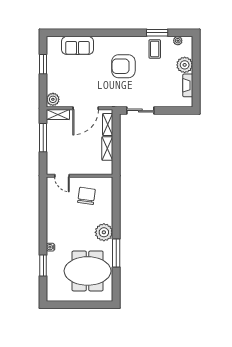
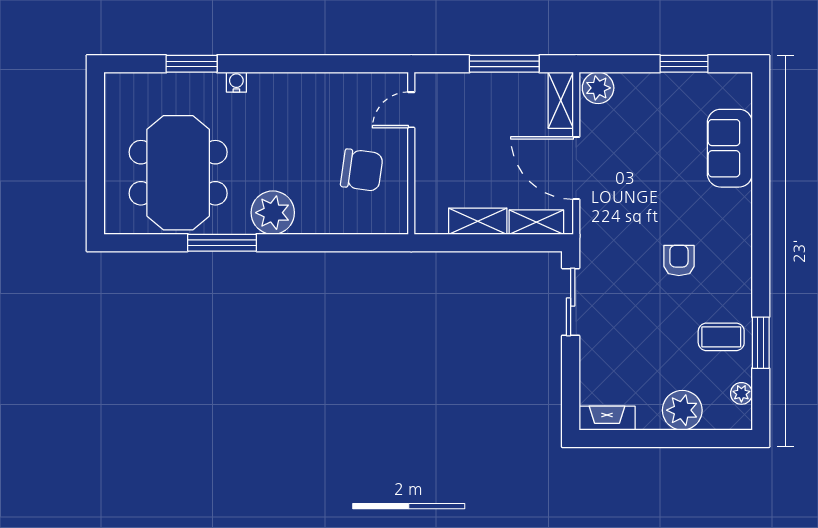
armchair: (123, 66) -> (679, 260), width x0.53, depth x0.53
fireplace: (188, 85) -> (607, 418), moved

